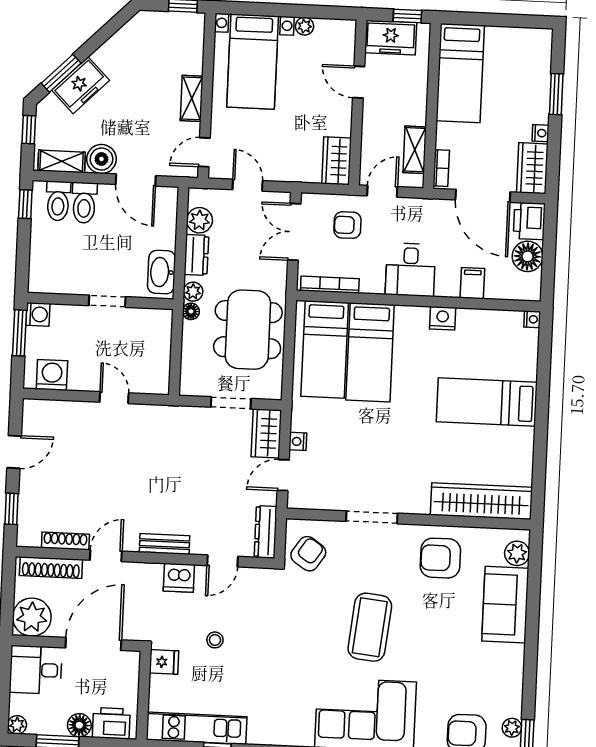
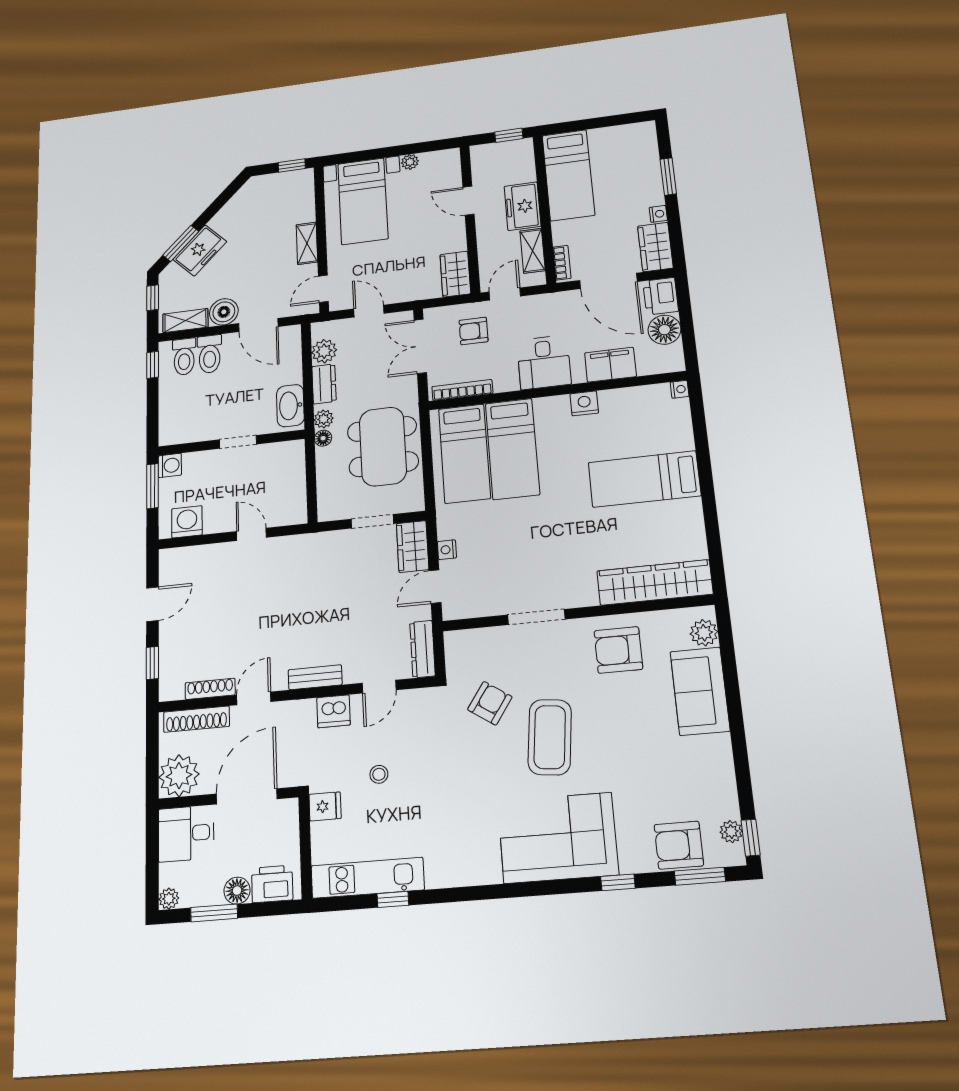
freezer: (391, 38) -> (523, 206), moved, turned 90
filing cabinet: (472, 283) -> (610, 365), width x2.00
armchair: (308, 554) -> (490, 703), moved

